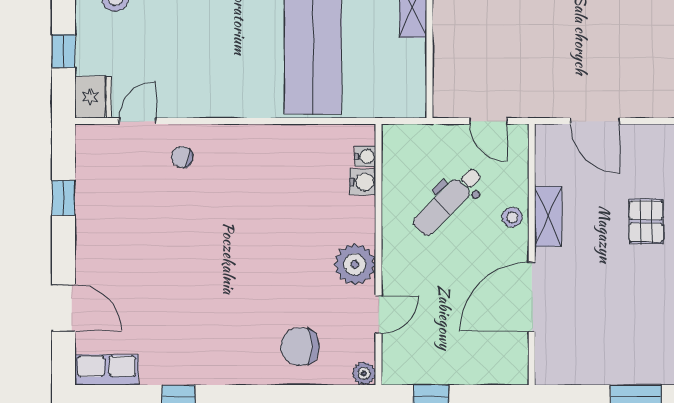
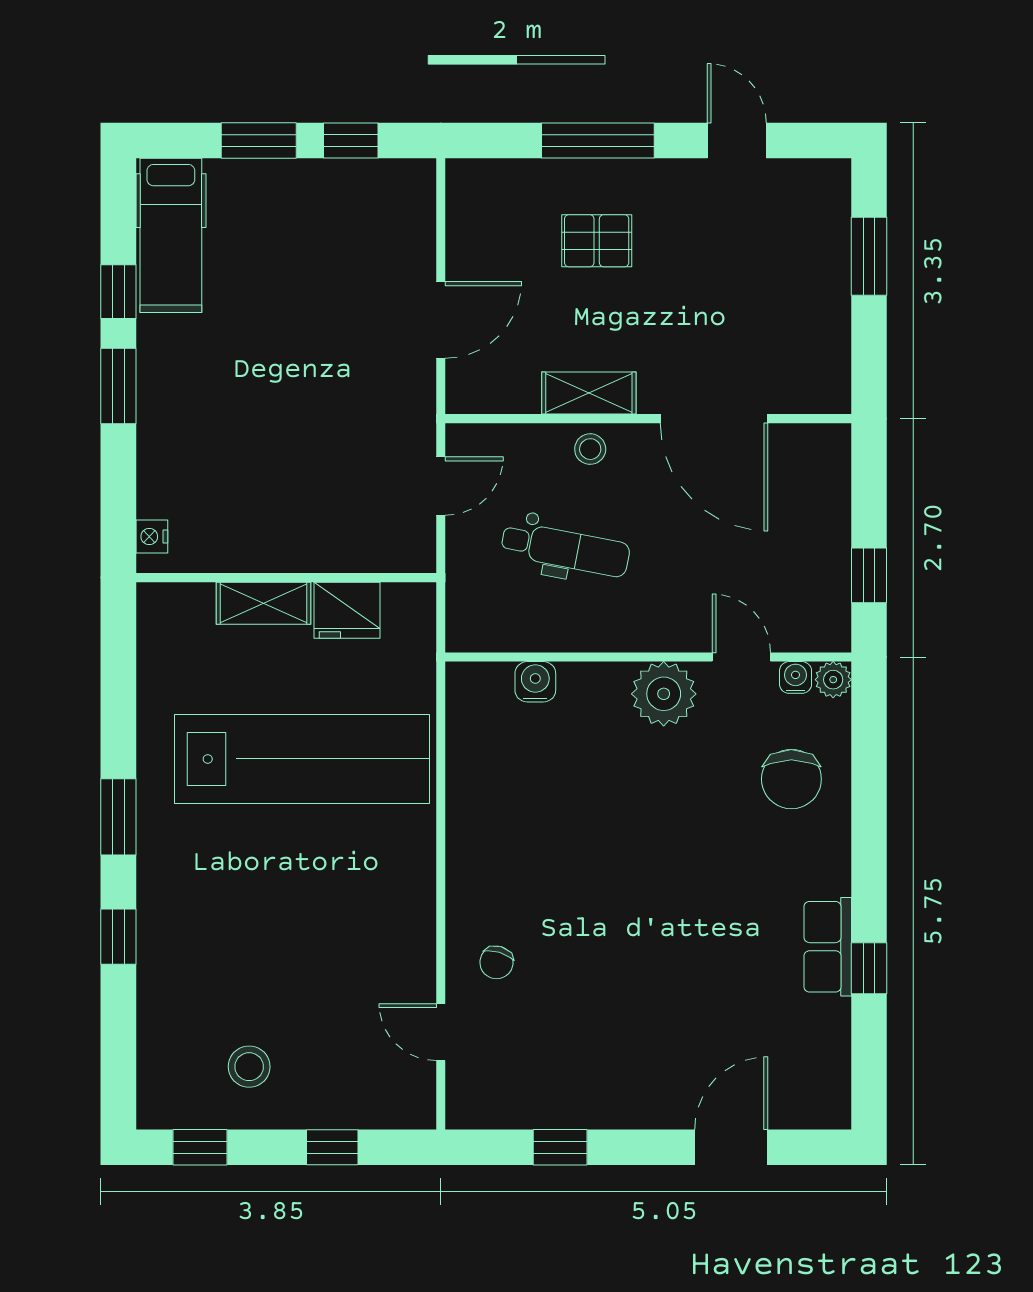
fridge: (93, 97) -> (347, 610), moved, turned 180
water cooler: (365, 156) -> (796, 677), moved
dental chair: (448, 201) -> (565, 549), turned -34
row of seats: (107, 370) -> (828, 947), moved

